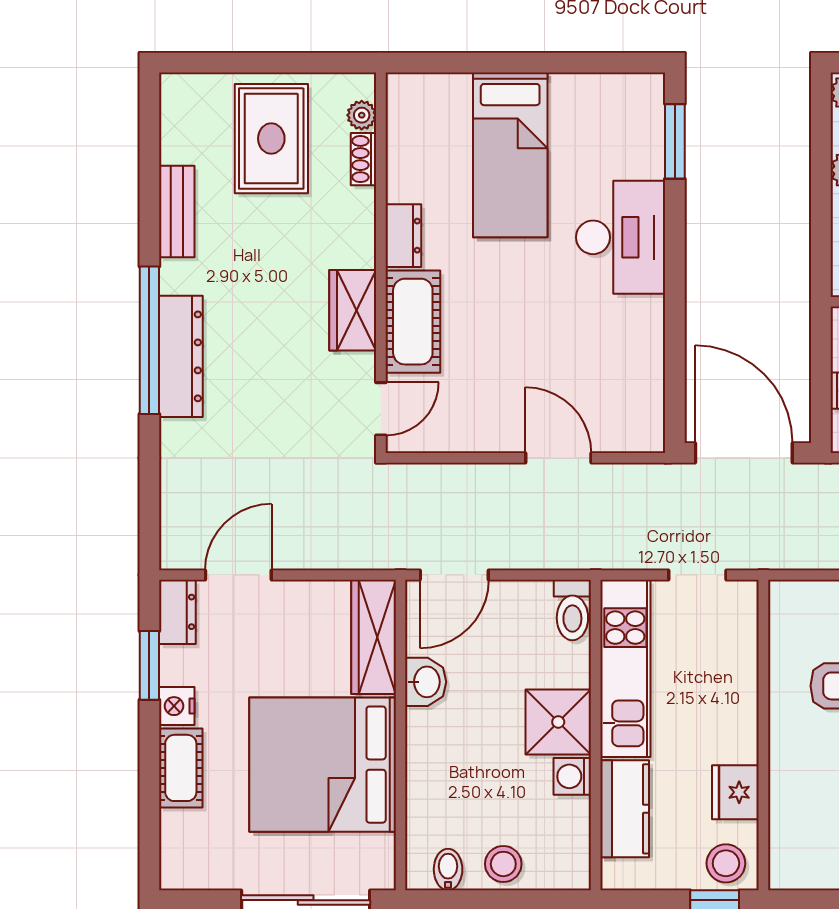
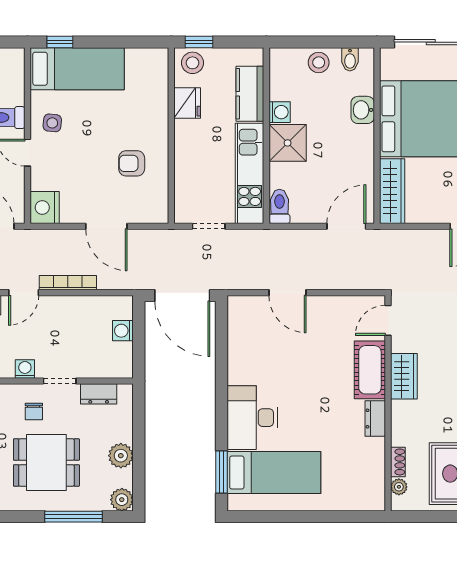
bed: (510, 155) -> (274, 473), moved, turned 90
washbasin: (426, 682) -> (363, 110), moved

